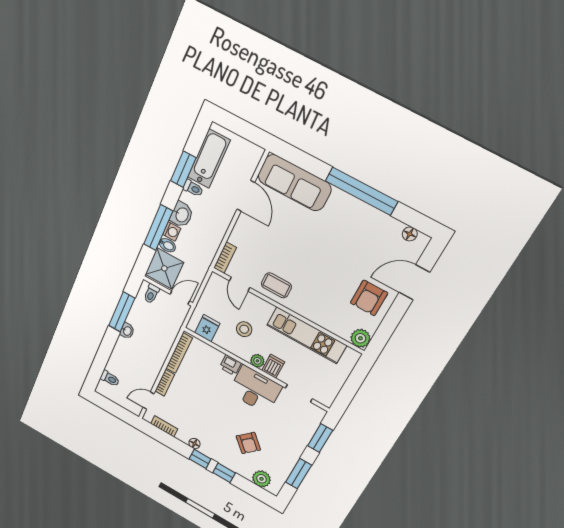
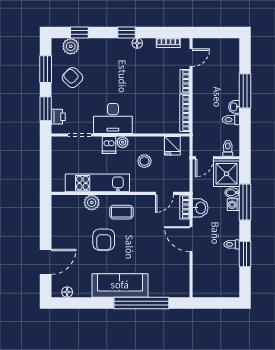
bathtub: (209, 159) -> (230, 271), removed
sofa: (294, 183) -> (120, 285), moved
window: (361, 191) -> (141, 303), moved
door: (246, 196) -> (191, 239), moved
washbasin: (182, 215) -> (200, 208), moved, turned 180
door: (240, 284) -> (164, 193), swing flipped
coffee table: (276, 285) -> (121, 212), moved
armchair: (369, 298) -> (104, 240), moved, turned 180
window: (122, 312) -> (245, 91), moved
plant: (360, 338) -> (92, 203), moved
printer: (230, 365) -> (58, 117), moved, turned 90
toilet: (110, 379) -> (231, 120), moved
armchair: (248, 443) -> (72, 78), moved
window: (224, 473) -> (79, 32), moved

